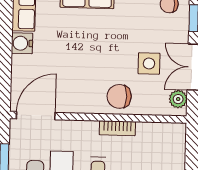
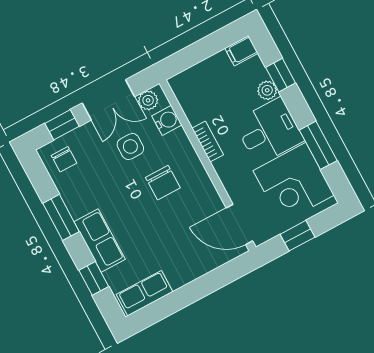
water cooler: (22, 43) -> (167, 120), moved, turned -90
chair: (119, 96) -> (163, 183), moved

